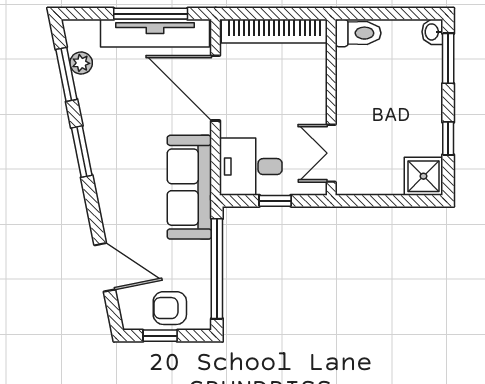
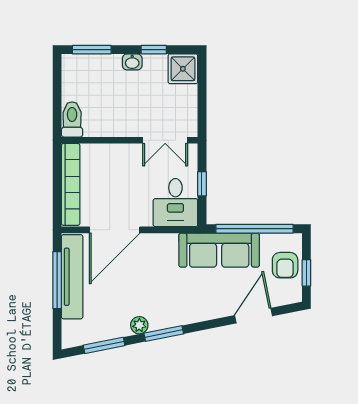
washbasin: (432, 32) -> (132, 62), moved
plant: (81, 63) -> (139, 325), moved
sofa: (189, 187) -> (219, 250), moved

